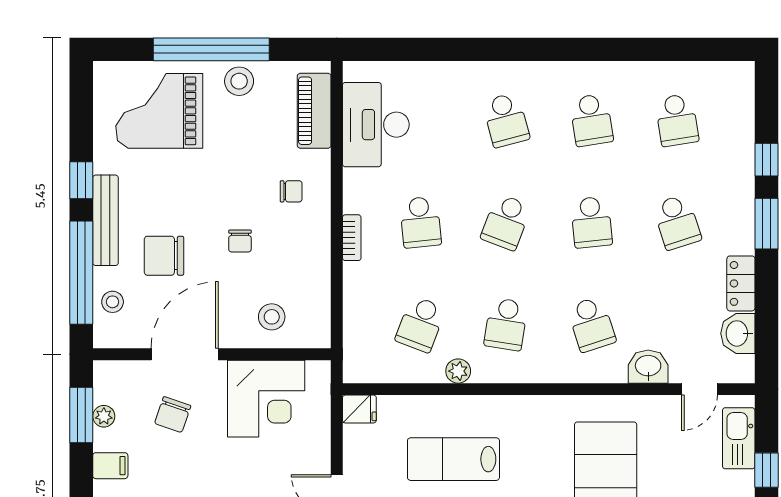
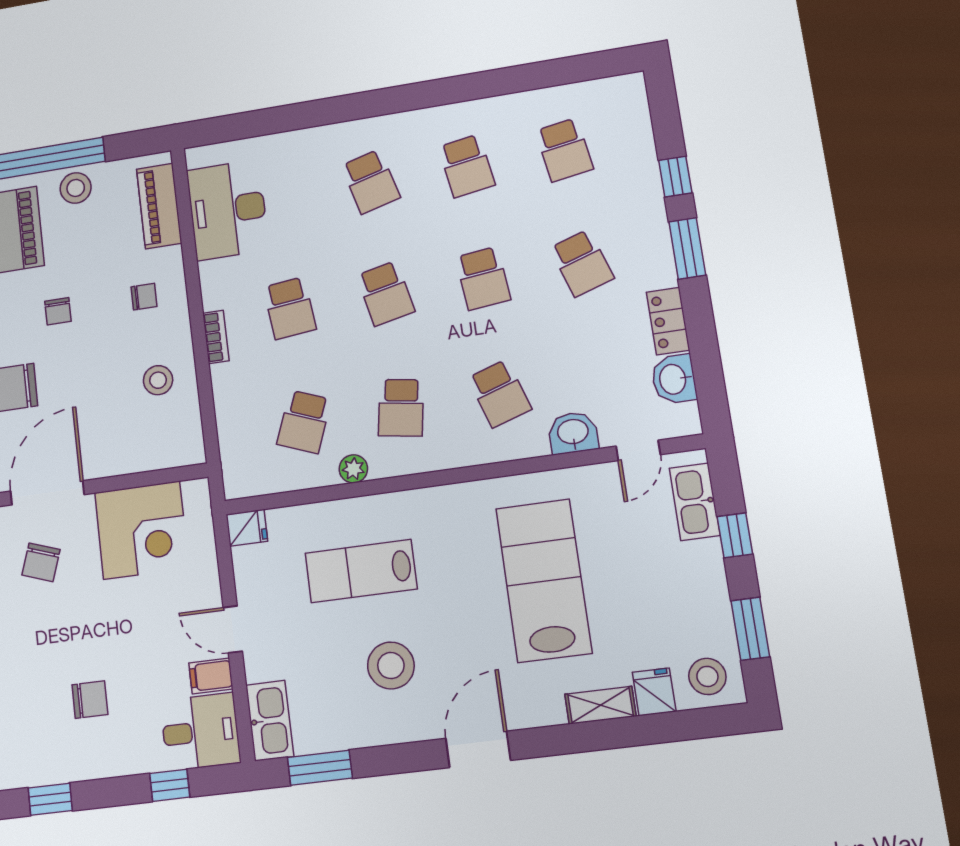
school desk: (506, 222) -> (386, 293), turned -33
chair: (240, 241) -> (58, 311), moved
stool: (272, 317) -> (158, 380), moved

